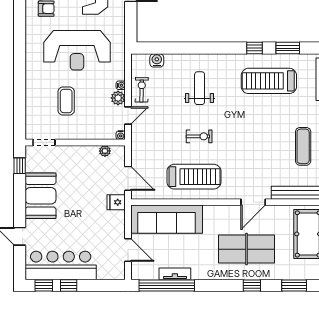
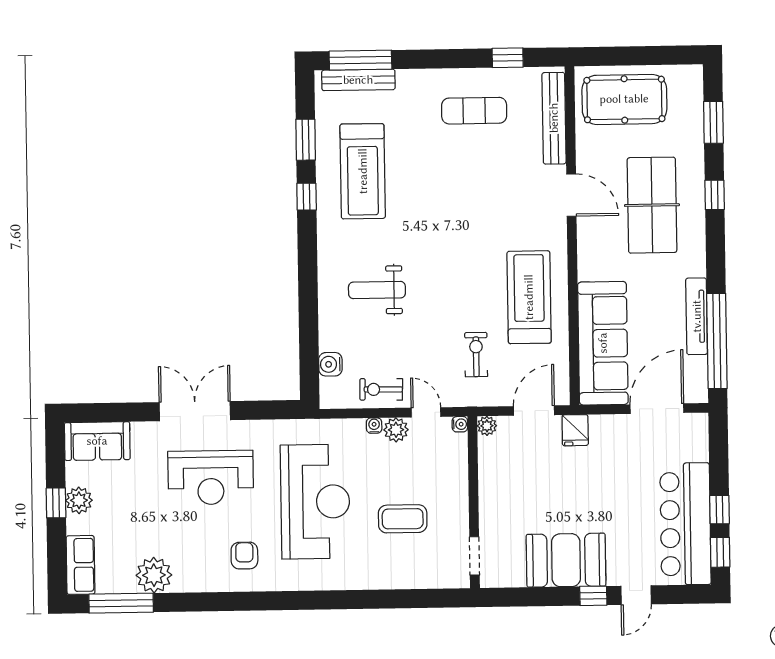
exercise bike: (199, 136) -> (476, 355), moved
plant: (105, 151) -> (487, 426), moved
window: (20, 166) -> (593, 596), moved
door: (128, 250) -> (657, 409), width x1.36
tv unit: (175, 274) -> (697, 316), width x1.41

